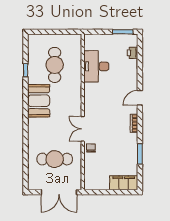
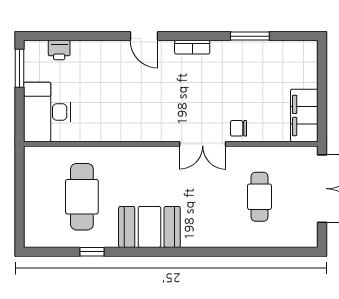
cafe table: (55, 65) -> (82, 197), turned 90
desk: (96, 66) -> (47, 112), moved, turned 90
cafe table: (55, 159) -> (259, 197), width x0.73, depth x0.74
filing cabinet: (124, 183) -> (304, 115), moved

